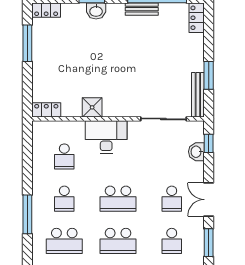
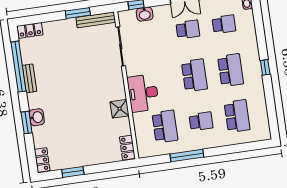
window: (27, 43) -> (73, 172), width x0.69
school desk: (64, 156) -> (165, 126), width x1.85
window: (27, 214) -> (187, 155), moved

